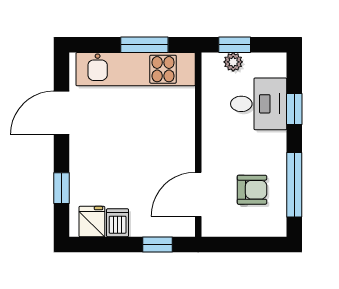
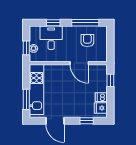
window: (144, 45) -> (26, 99), moved
door: (198, 194) -> (79, 63), moved

